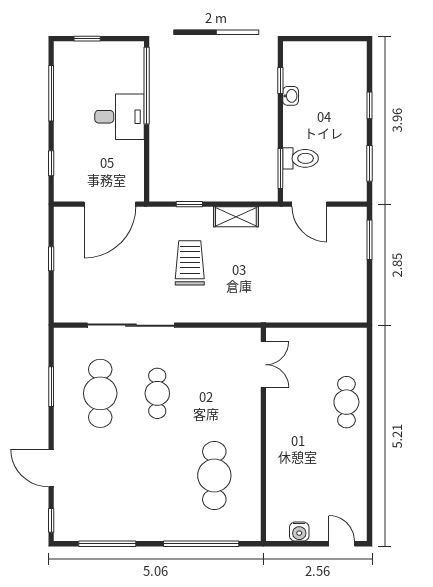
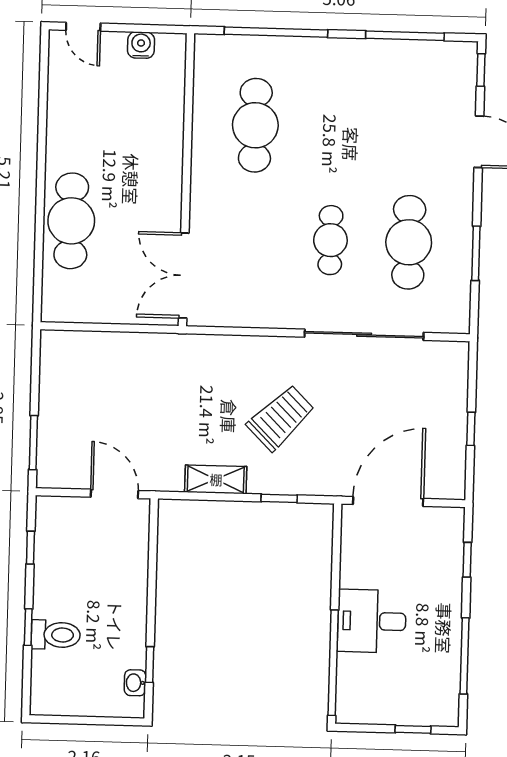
washbasin: (291, 96) -> (135, 683), moved
toilet: (301, 158) -> (56, 635), moved, turned 180
window: (370, 163) -> (30, 548), width x0.67
window: (280, 169) -> (153, 544), removed
trolley: (190, 263) -> (281, 418), turned -135
double door: (263, 365) -> (184, 275), width x1.37
cafe table: (346, 402) -> (71, 221), width x1.37, depth x1.35

